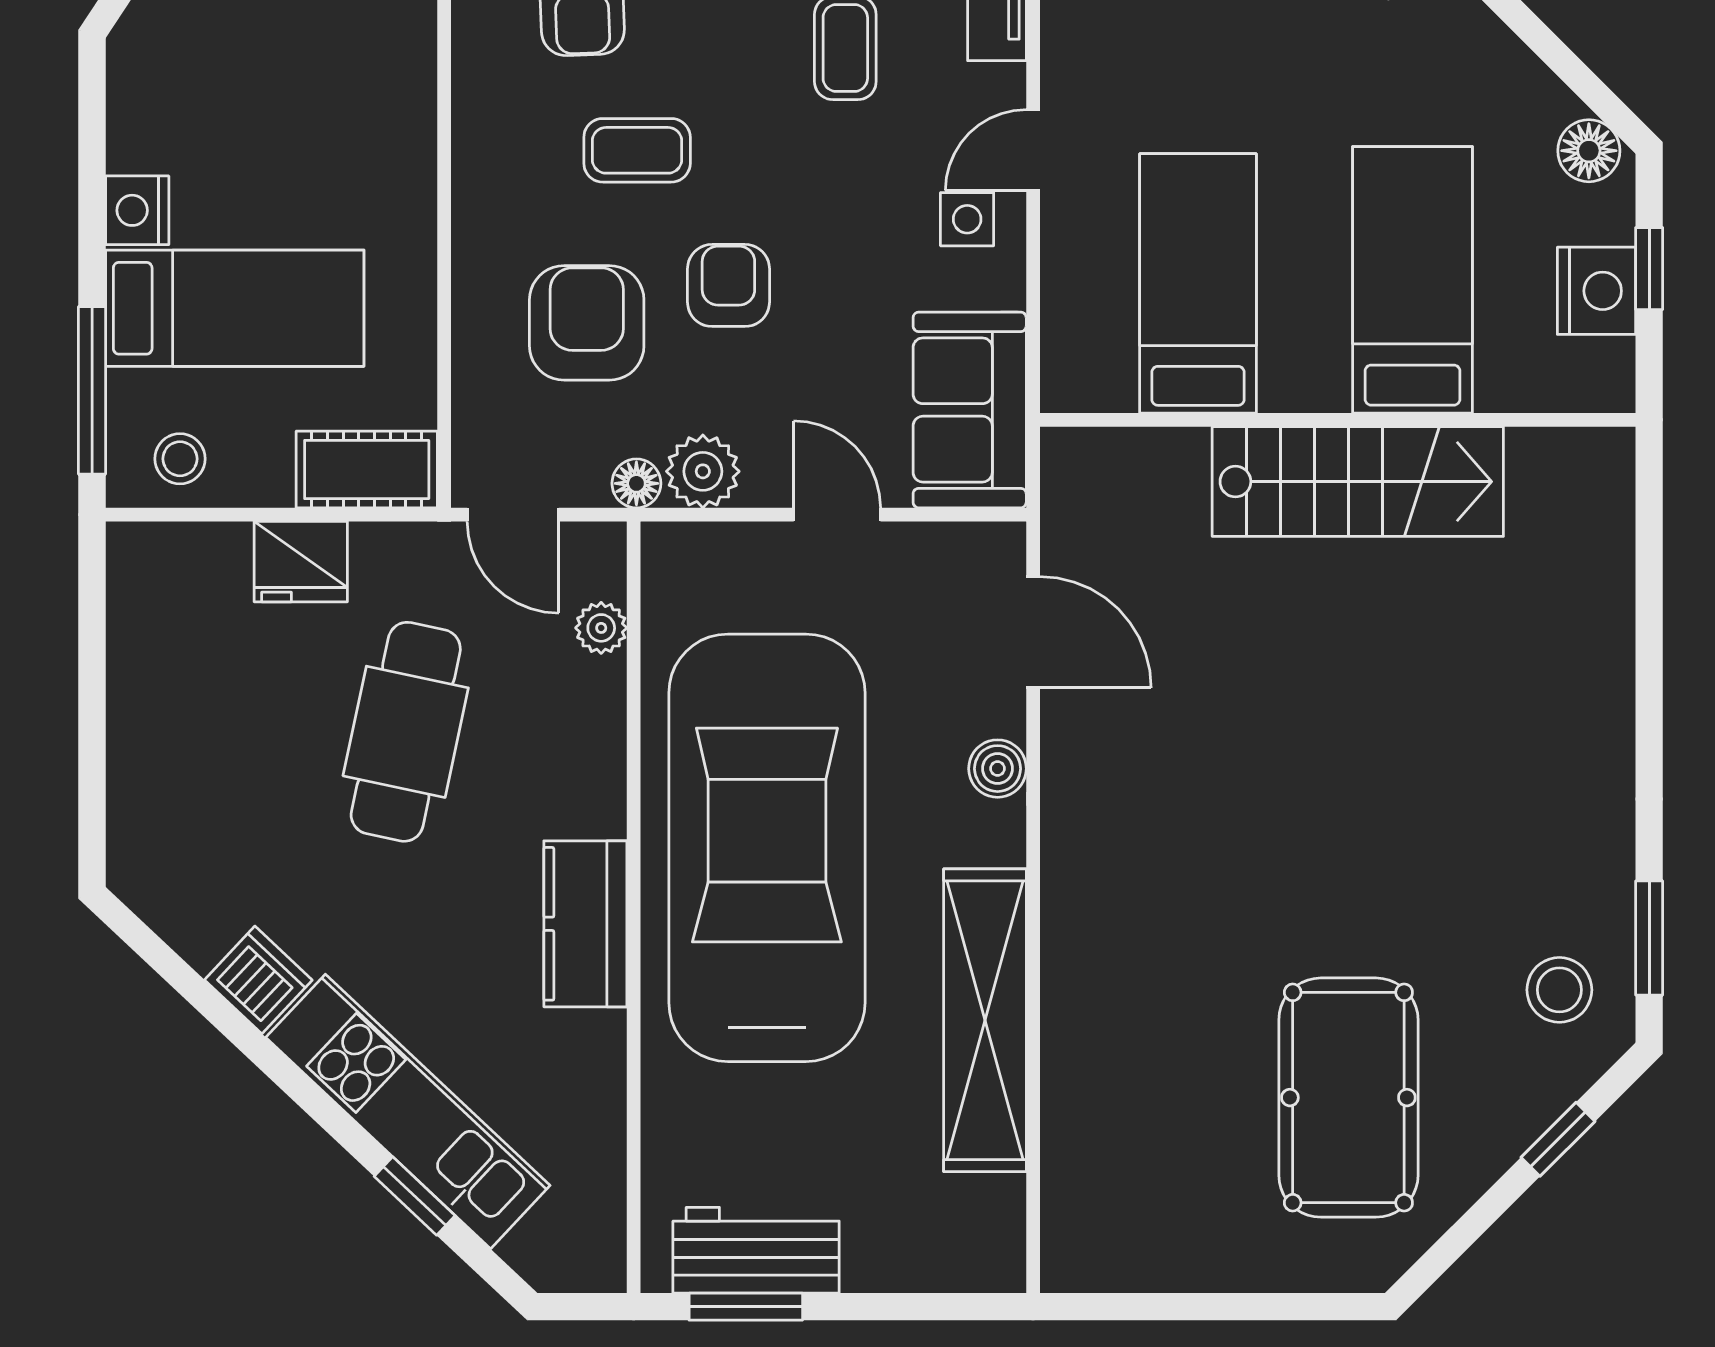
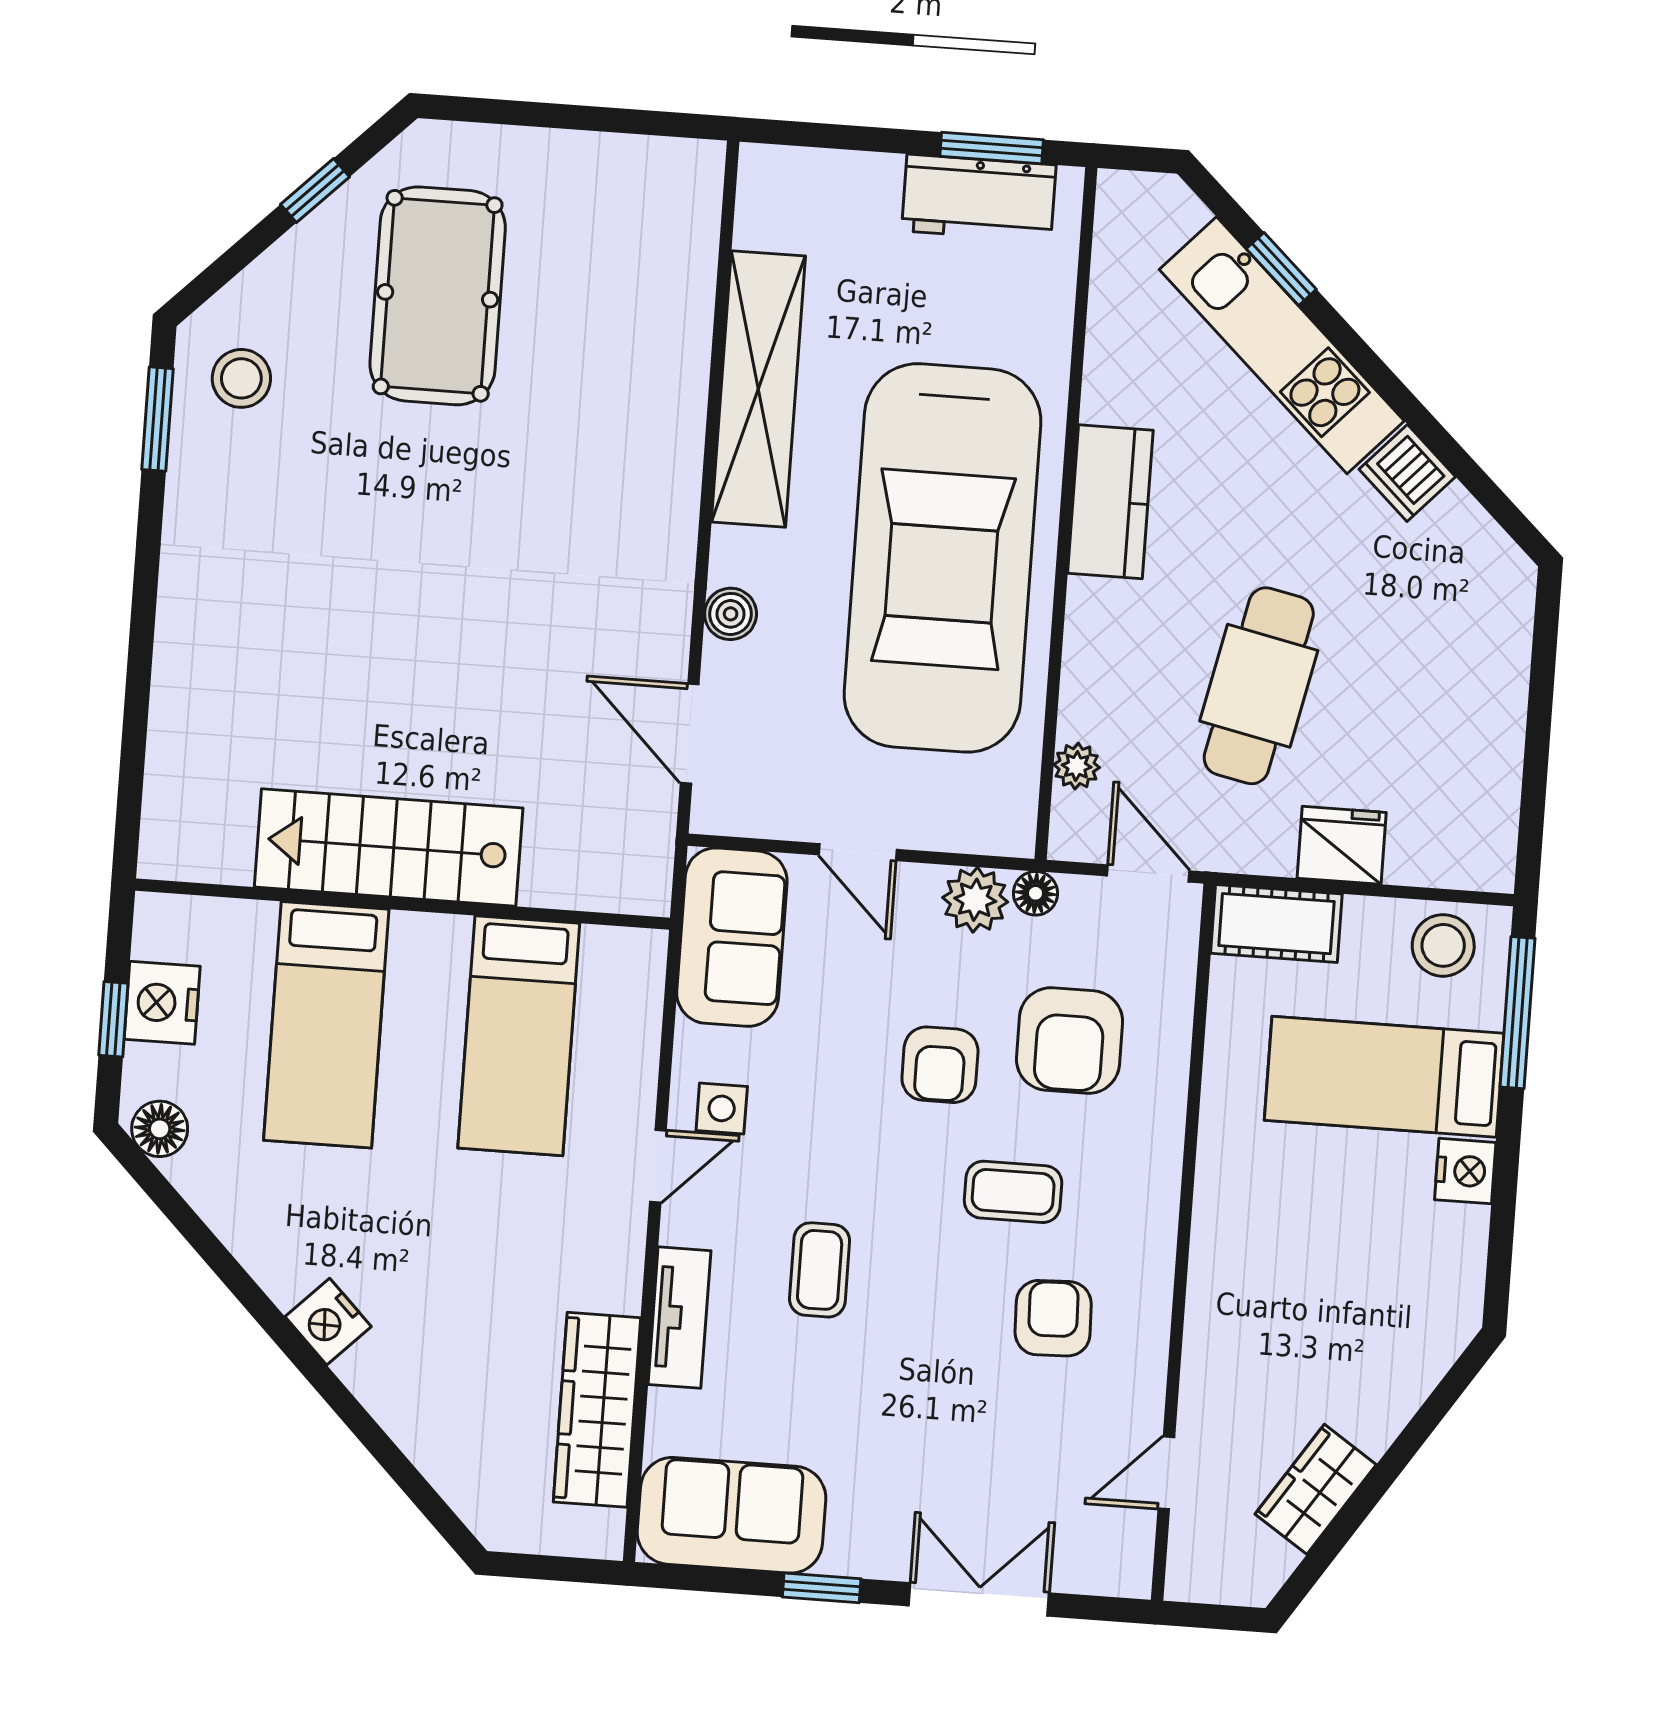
stool: (180, 459) -> (1443, 945), width x1.37, depth x1.37
window: (1558, 1139) -> (315, 191), moved

